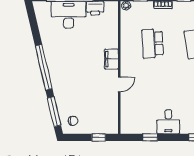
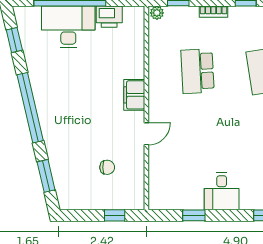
window: (33, 23) -> (14, 40), added
window: (54, 112) -> (46, 176), width x0.69
chair: (73, 121) -> (107, 167), moved

